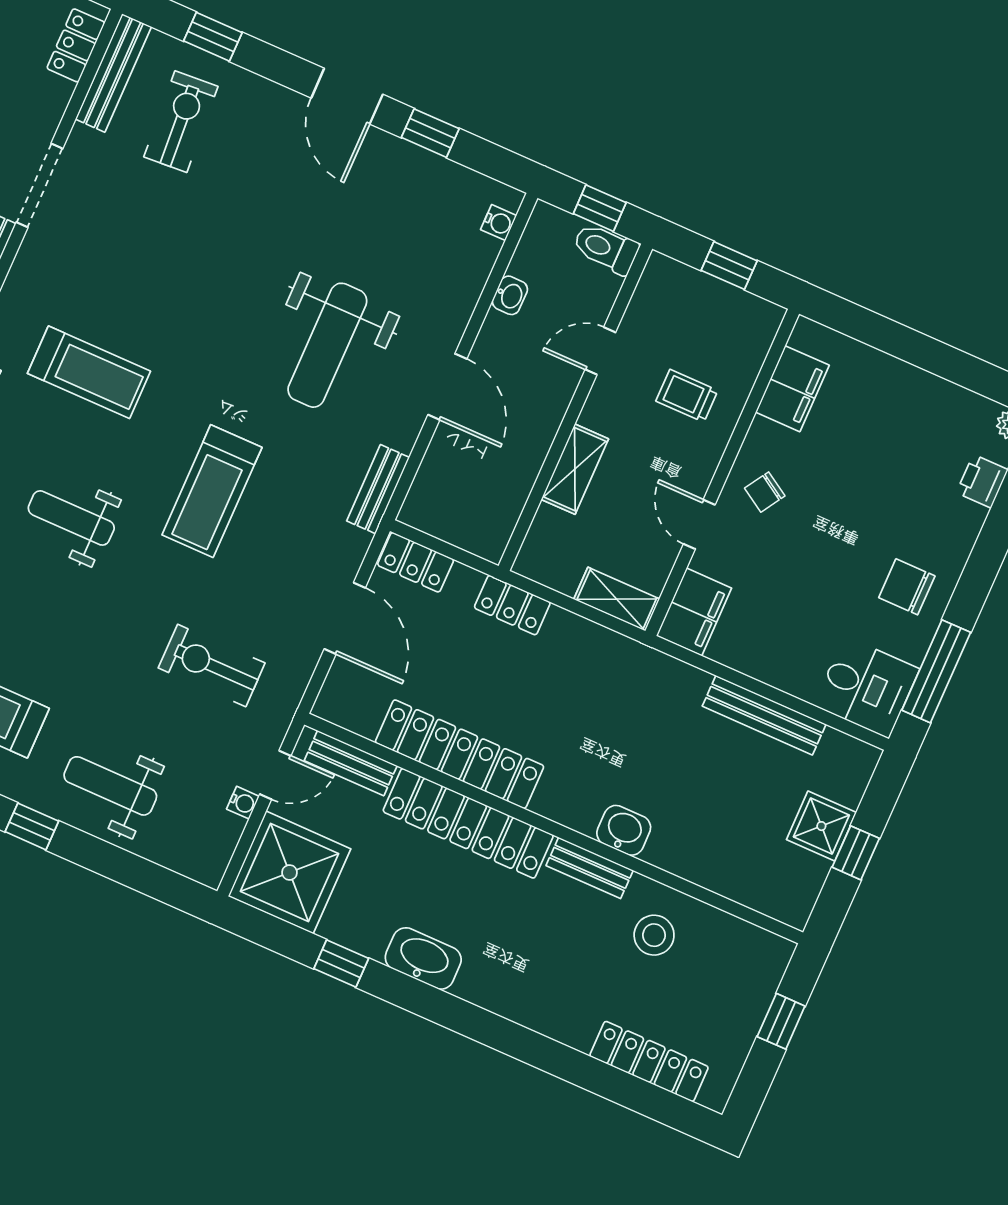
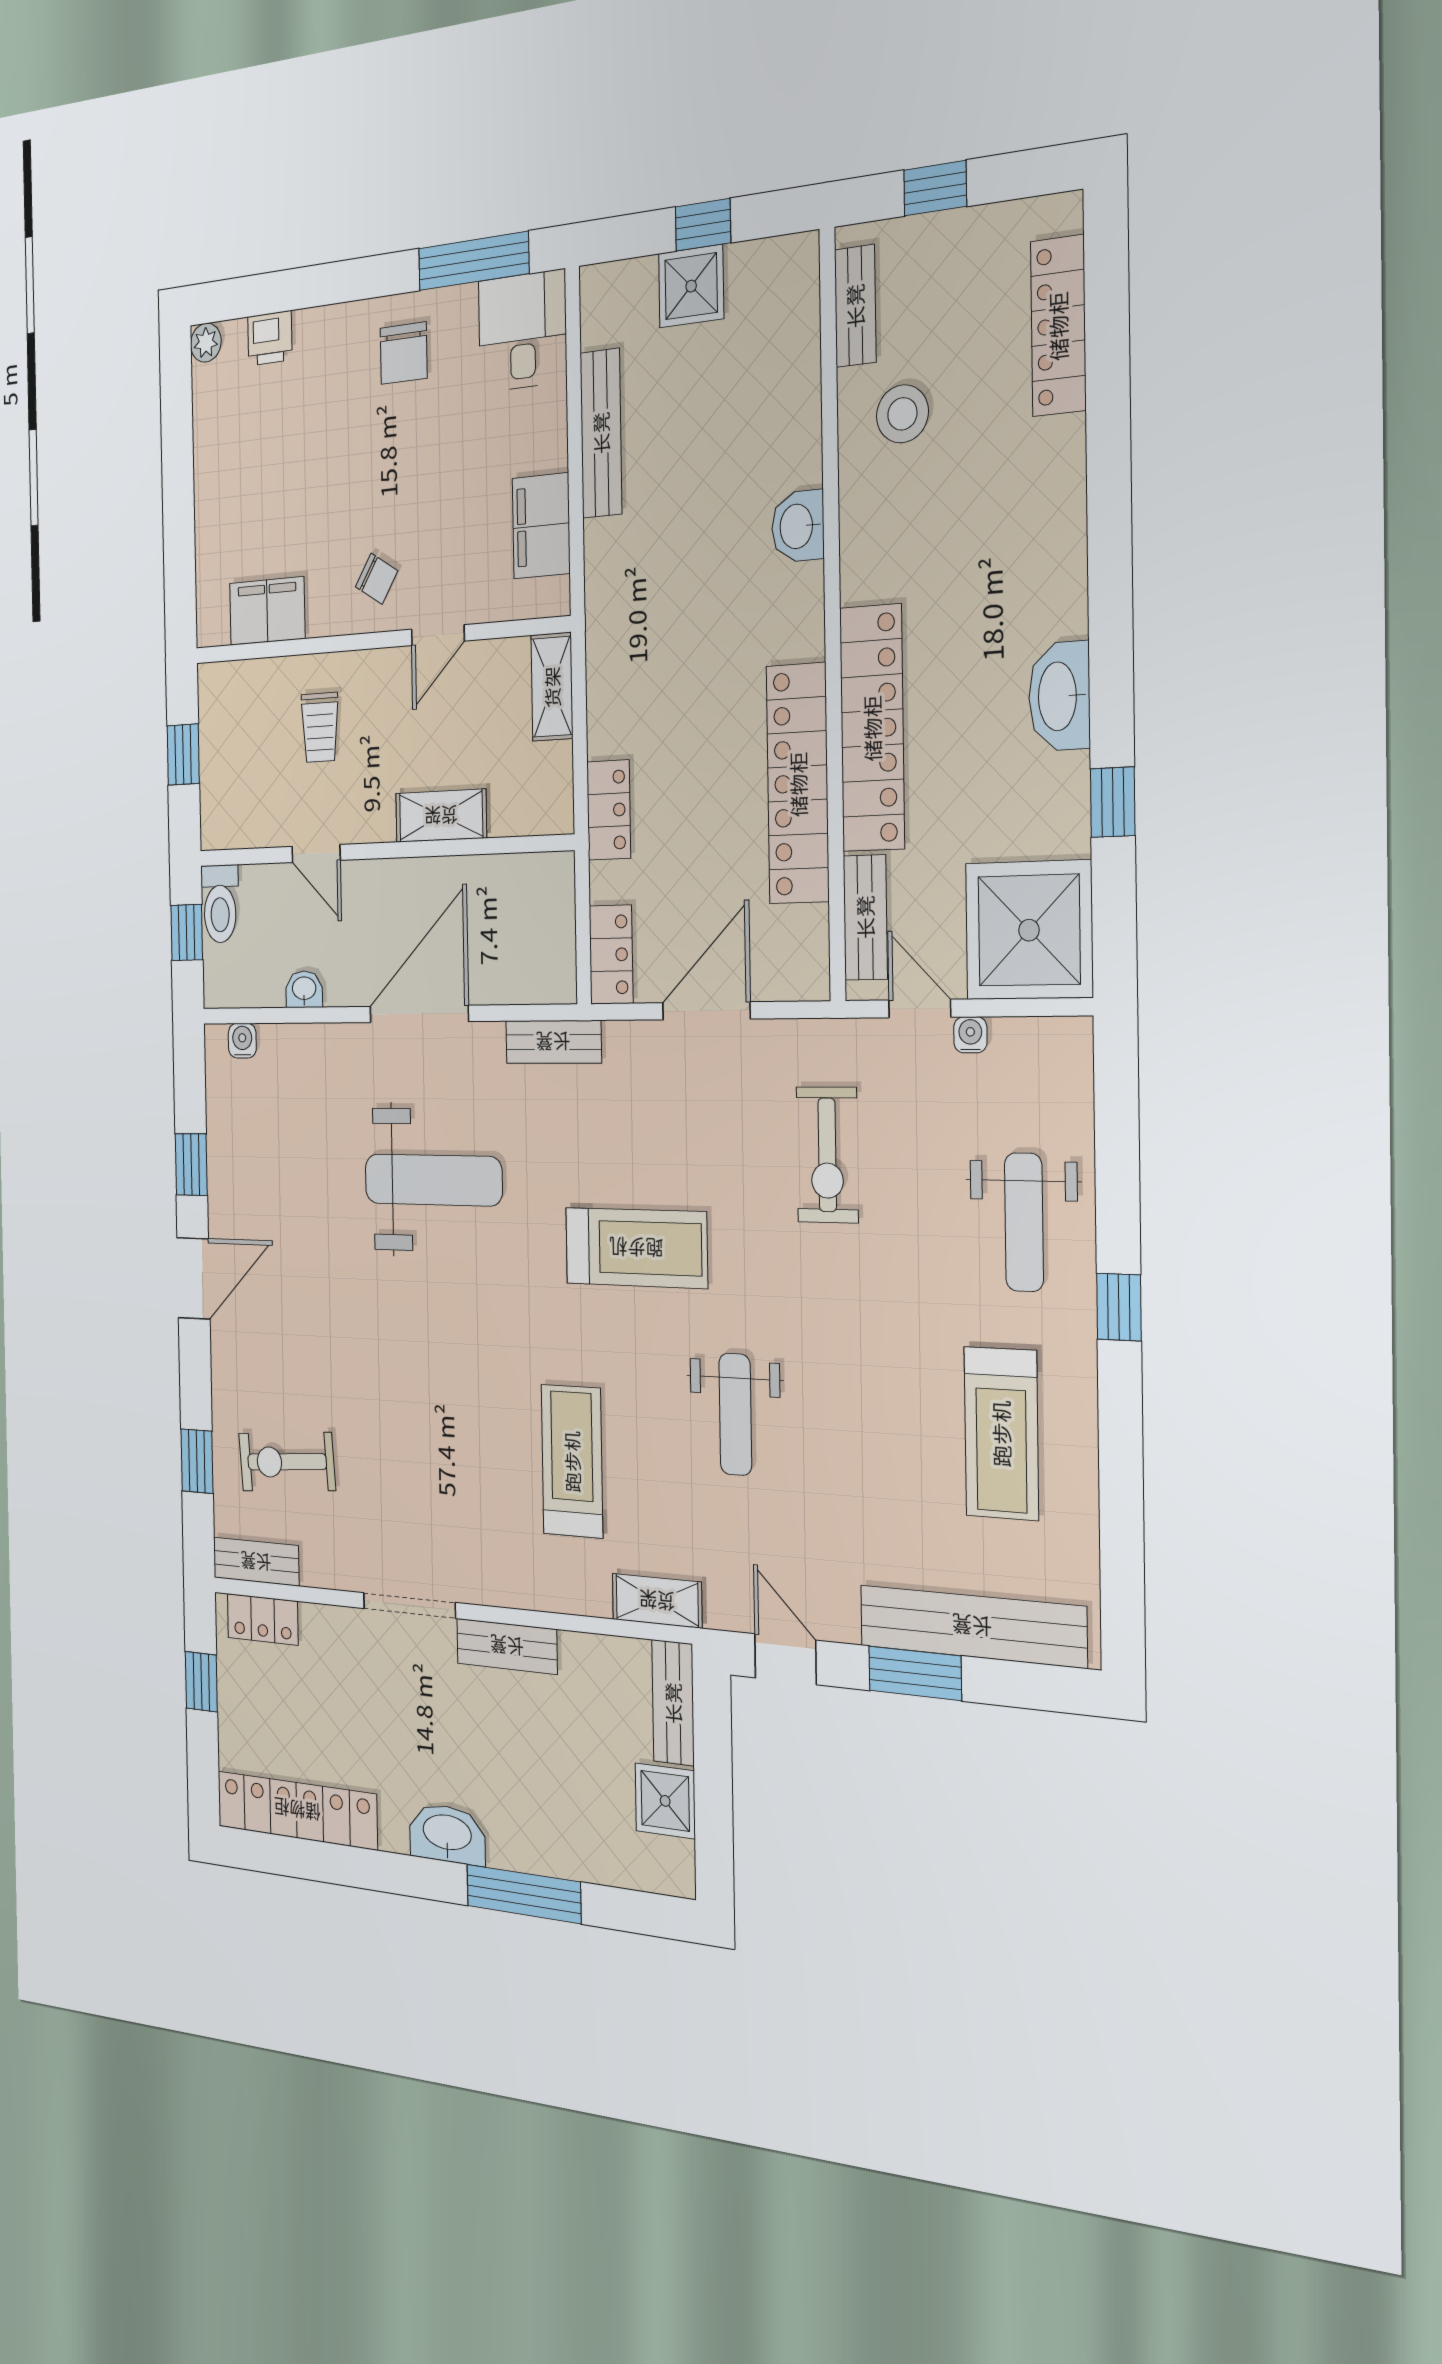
bench: (113, 73) -> (256, 1562), width x0.73
door: (447, 387) -> (419, 1014), width x1.36
filing cabinet: (694, 612) -> (541, 526), moved, turned -90
bench: (590, 868) -> (855, 306), moved

